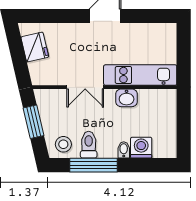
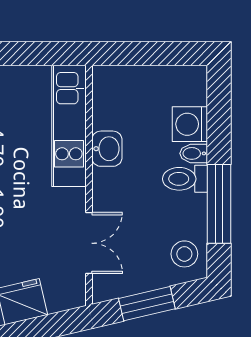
double door: (85, 87) -> (89, 243), moved
toilet: (89, 145) -> (185, 179), moved

